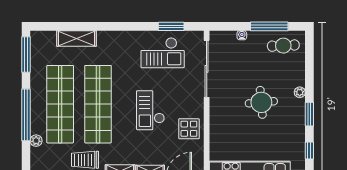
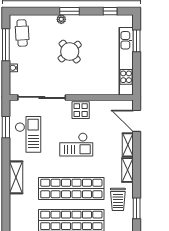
shelving: (77, 38) -> (16, 177), moved
round table: (261, 102) -> (70, 52), turned -36
window: (309, 114) -> (70, 11), moved
display table: (189, 129) -> (81, 110), moved

